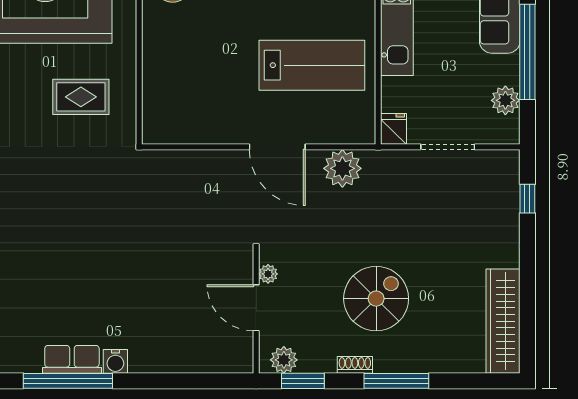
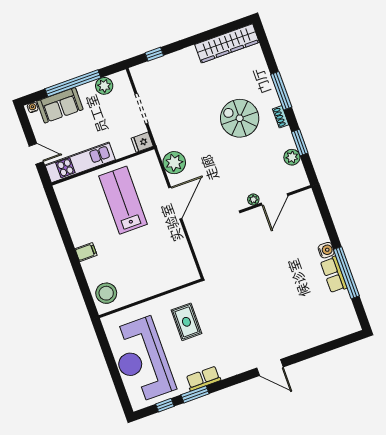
plant: (268, 274) -> (253, 199), moved
door: (256, 308) -> (274, 199), moved
wall: (256, 311) -> (276, 199), moved

